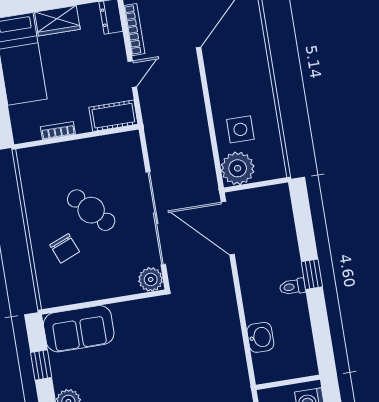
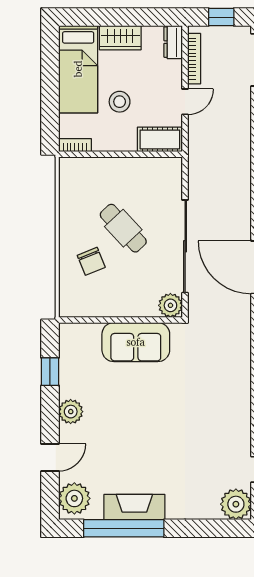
stool: (67, 85) -> (120, 102), added
bookcase: (58, 131) -> (75, 145), moved
sofa: (79, 329) -> (136, 342), moved

